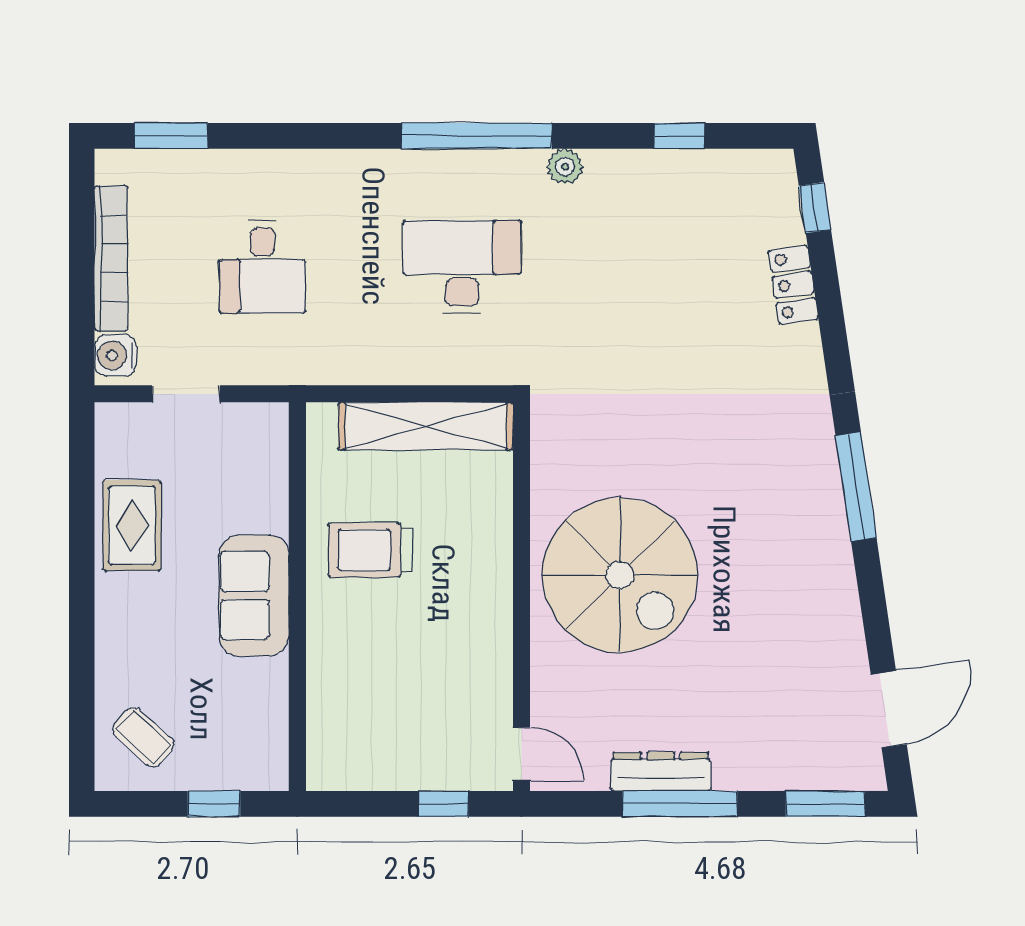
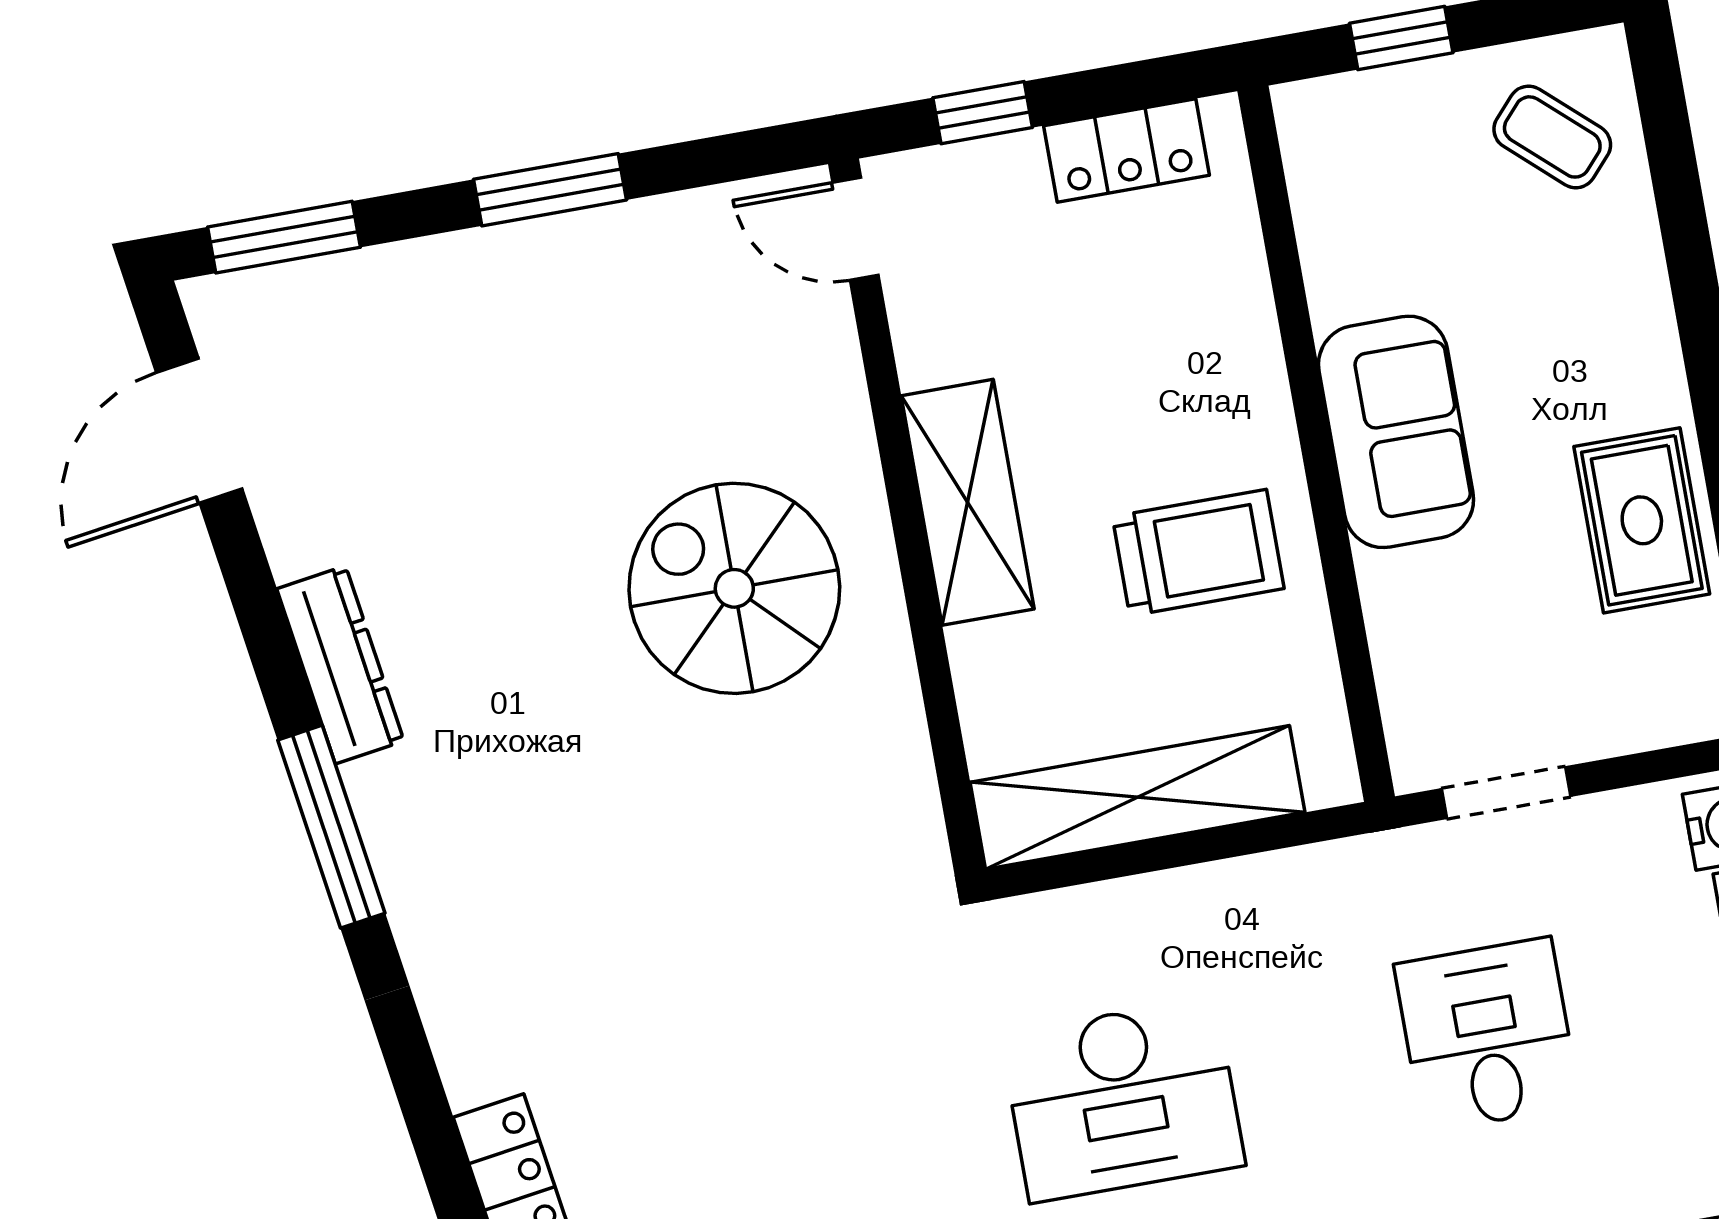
doorway: (186, 394) -> (1506, 793), moved
spiral stairs: (620, 575) -> (734, 588), width x0.73, depth x0.73
shelving: (488, 599) -> (968, 502), added
locker: (370, 770) -> (1126, 151), added
dresser: (661, 772) -> (340, 665), moved, turned -98
window: (680, 804) -> (550, 190), width x0.69

